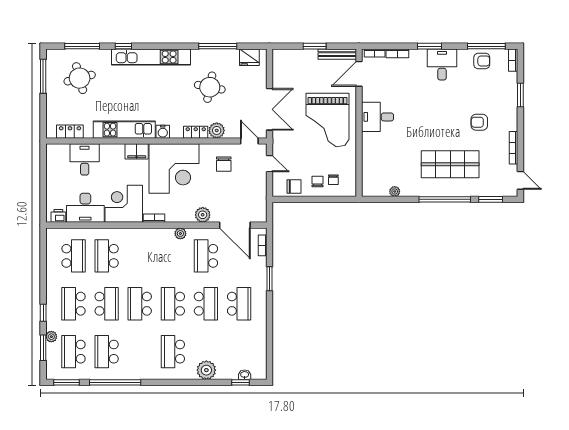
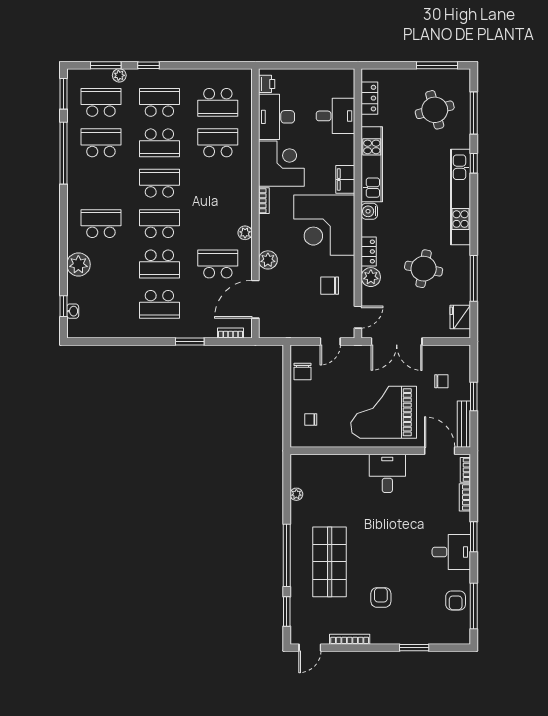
bookcase: (513, 60) -> (457, 639), removed
chair: (318, 181) -> (441, 381), moved

